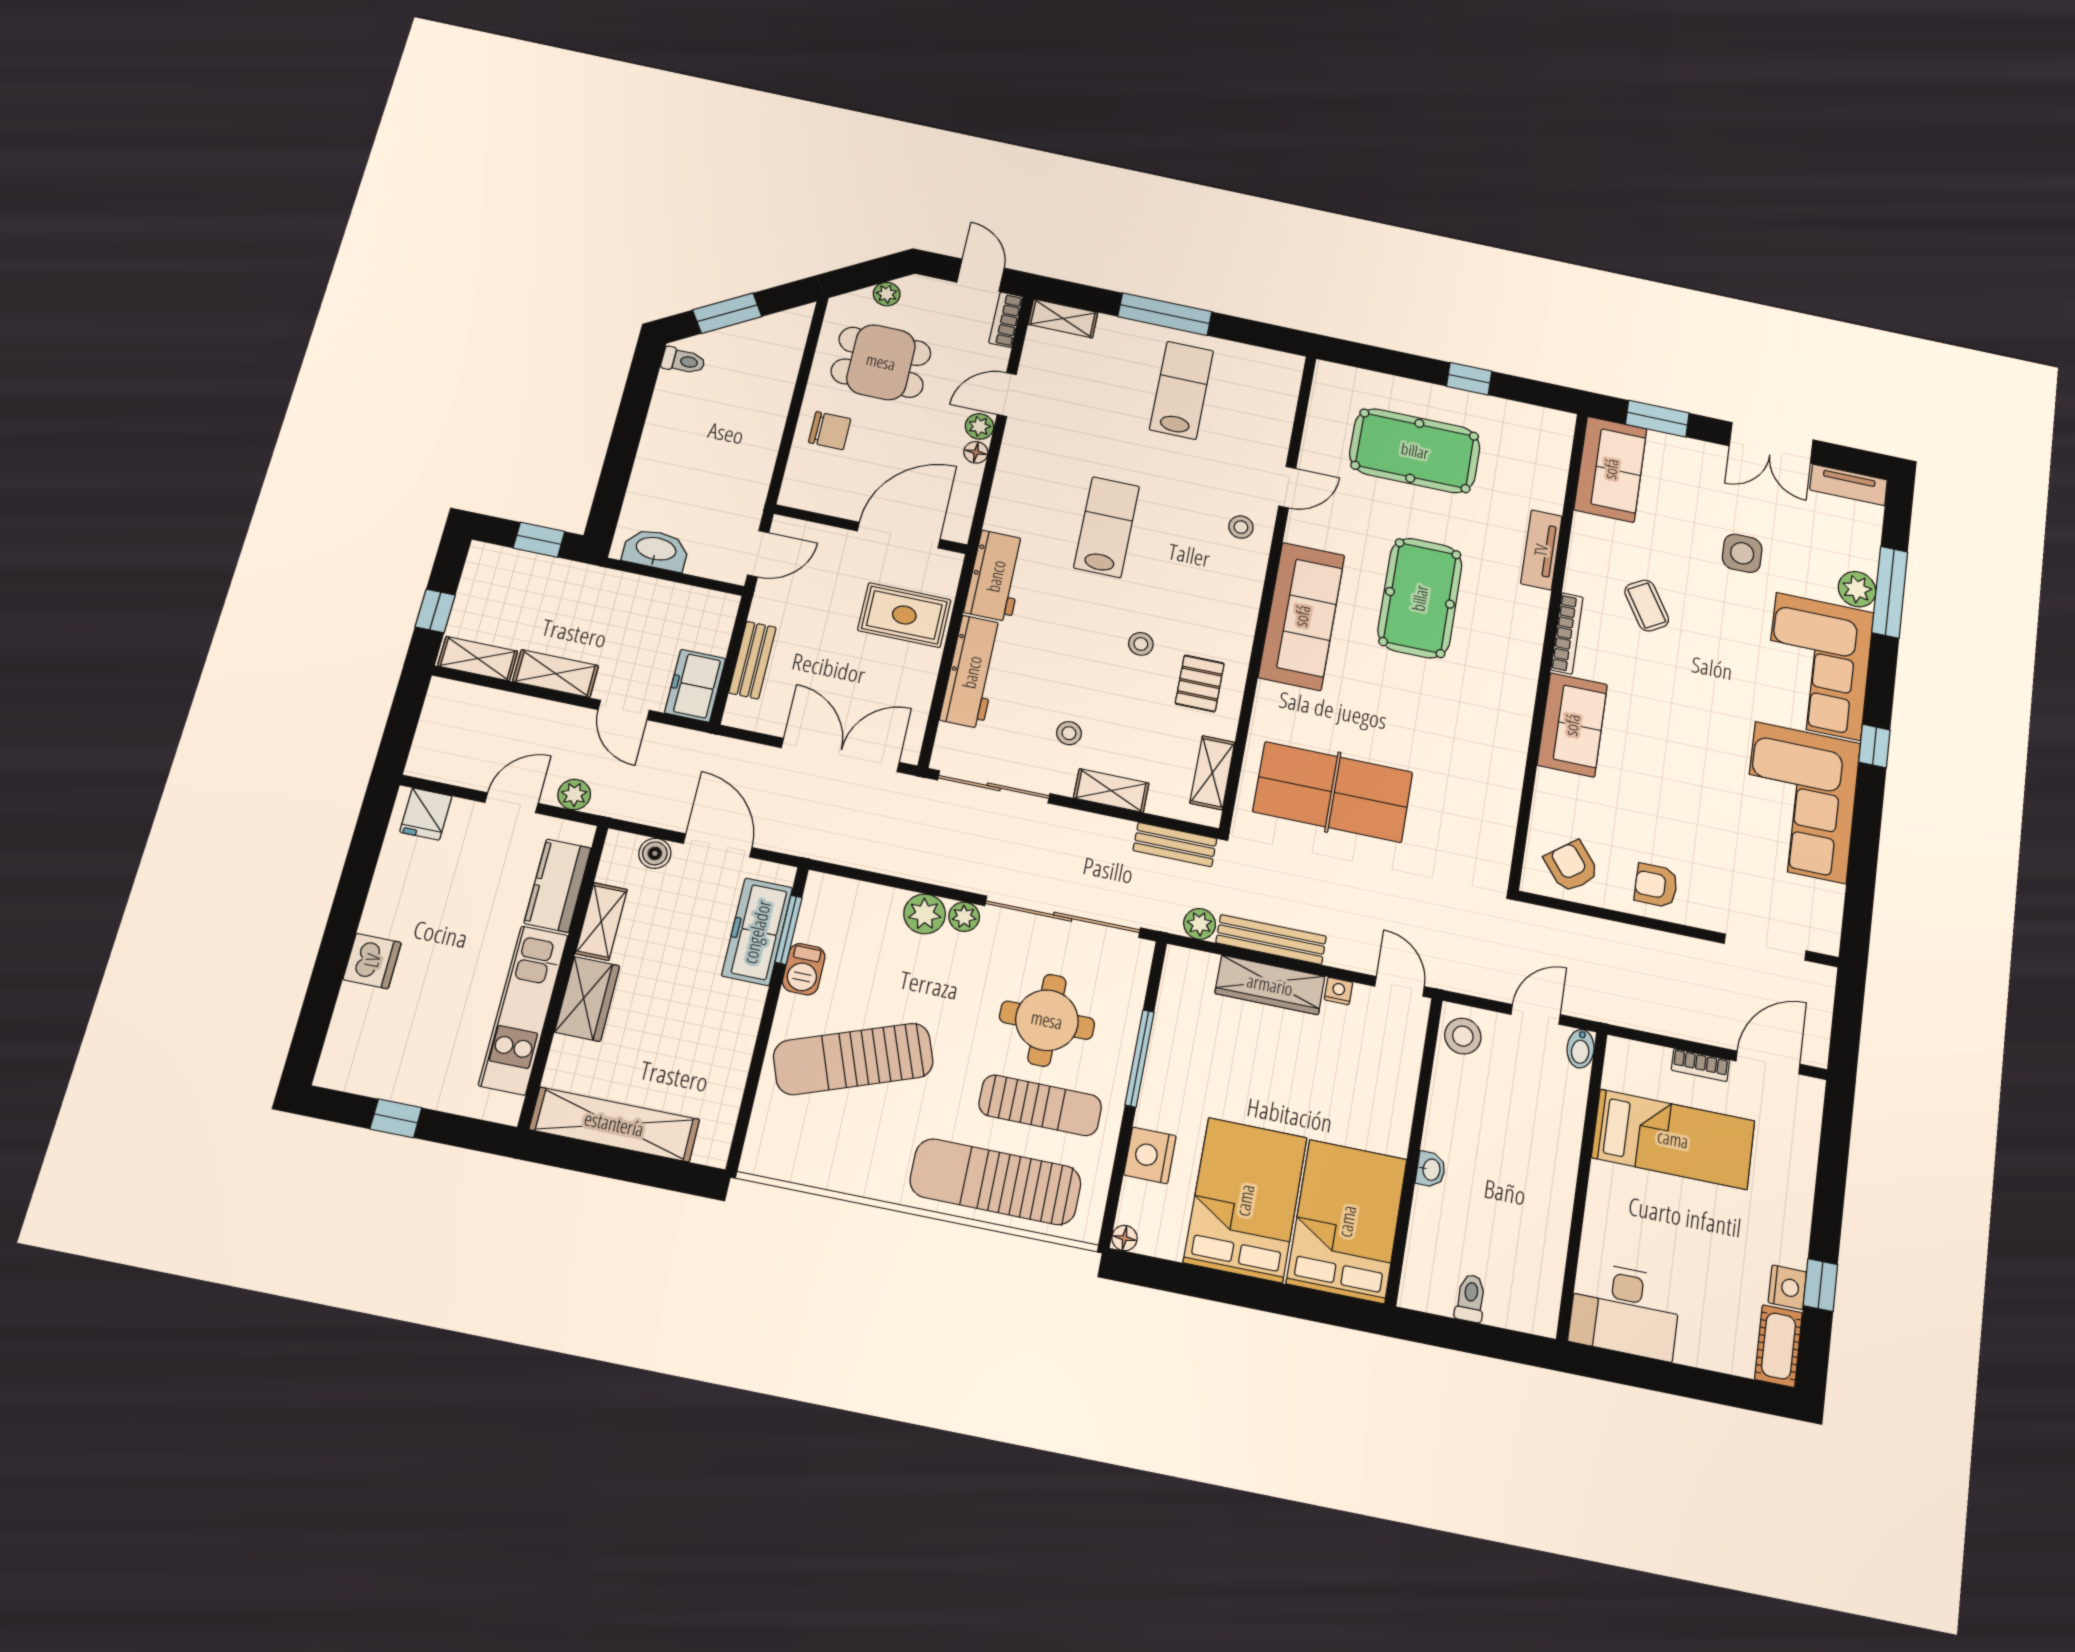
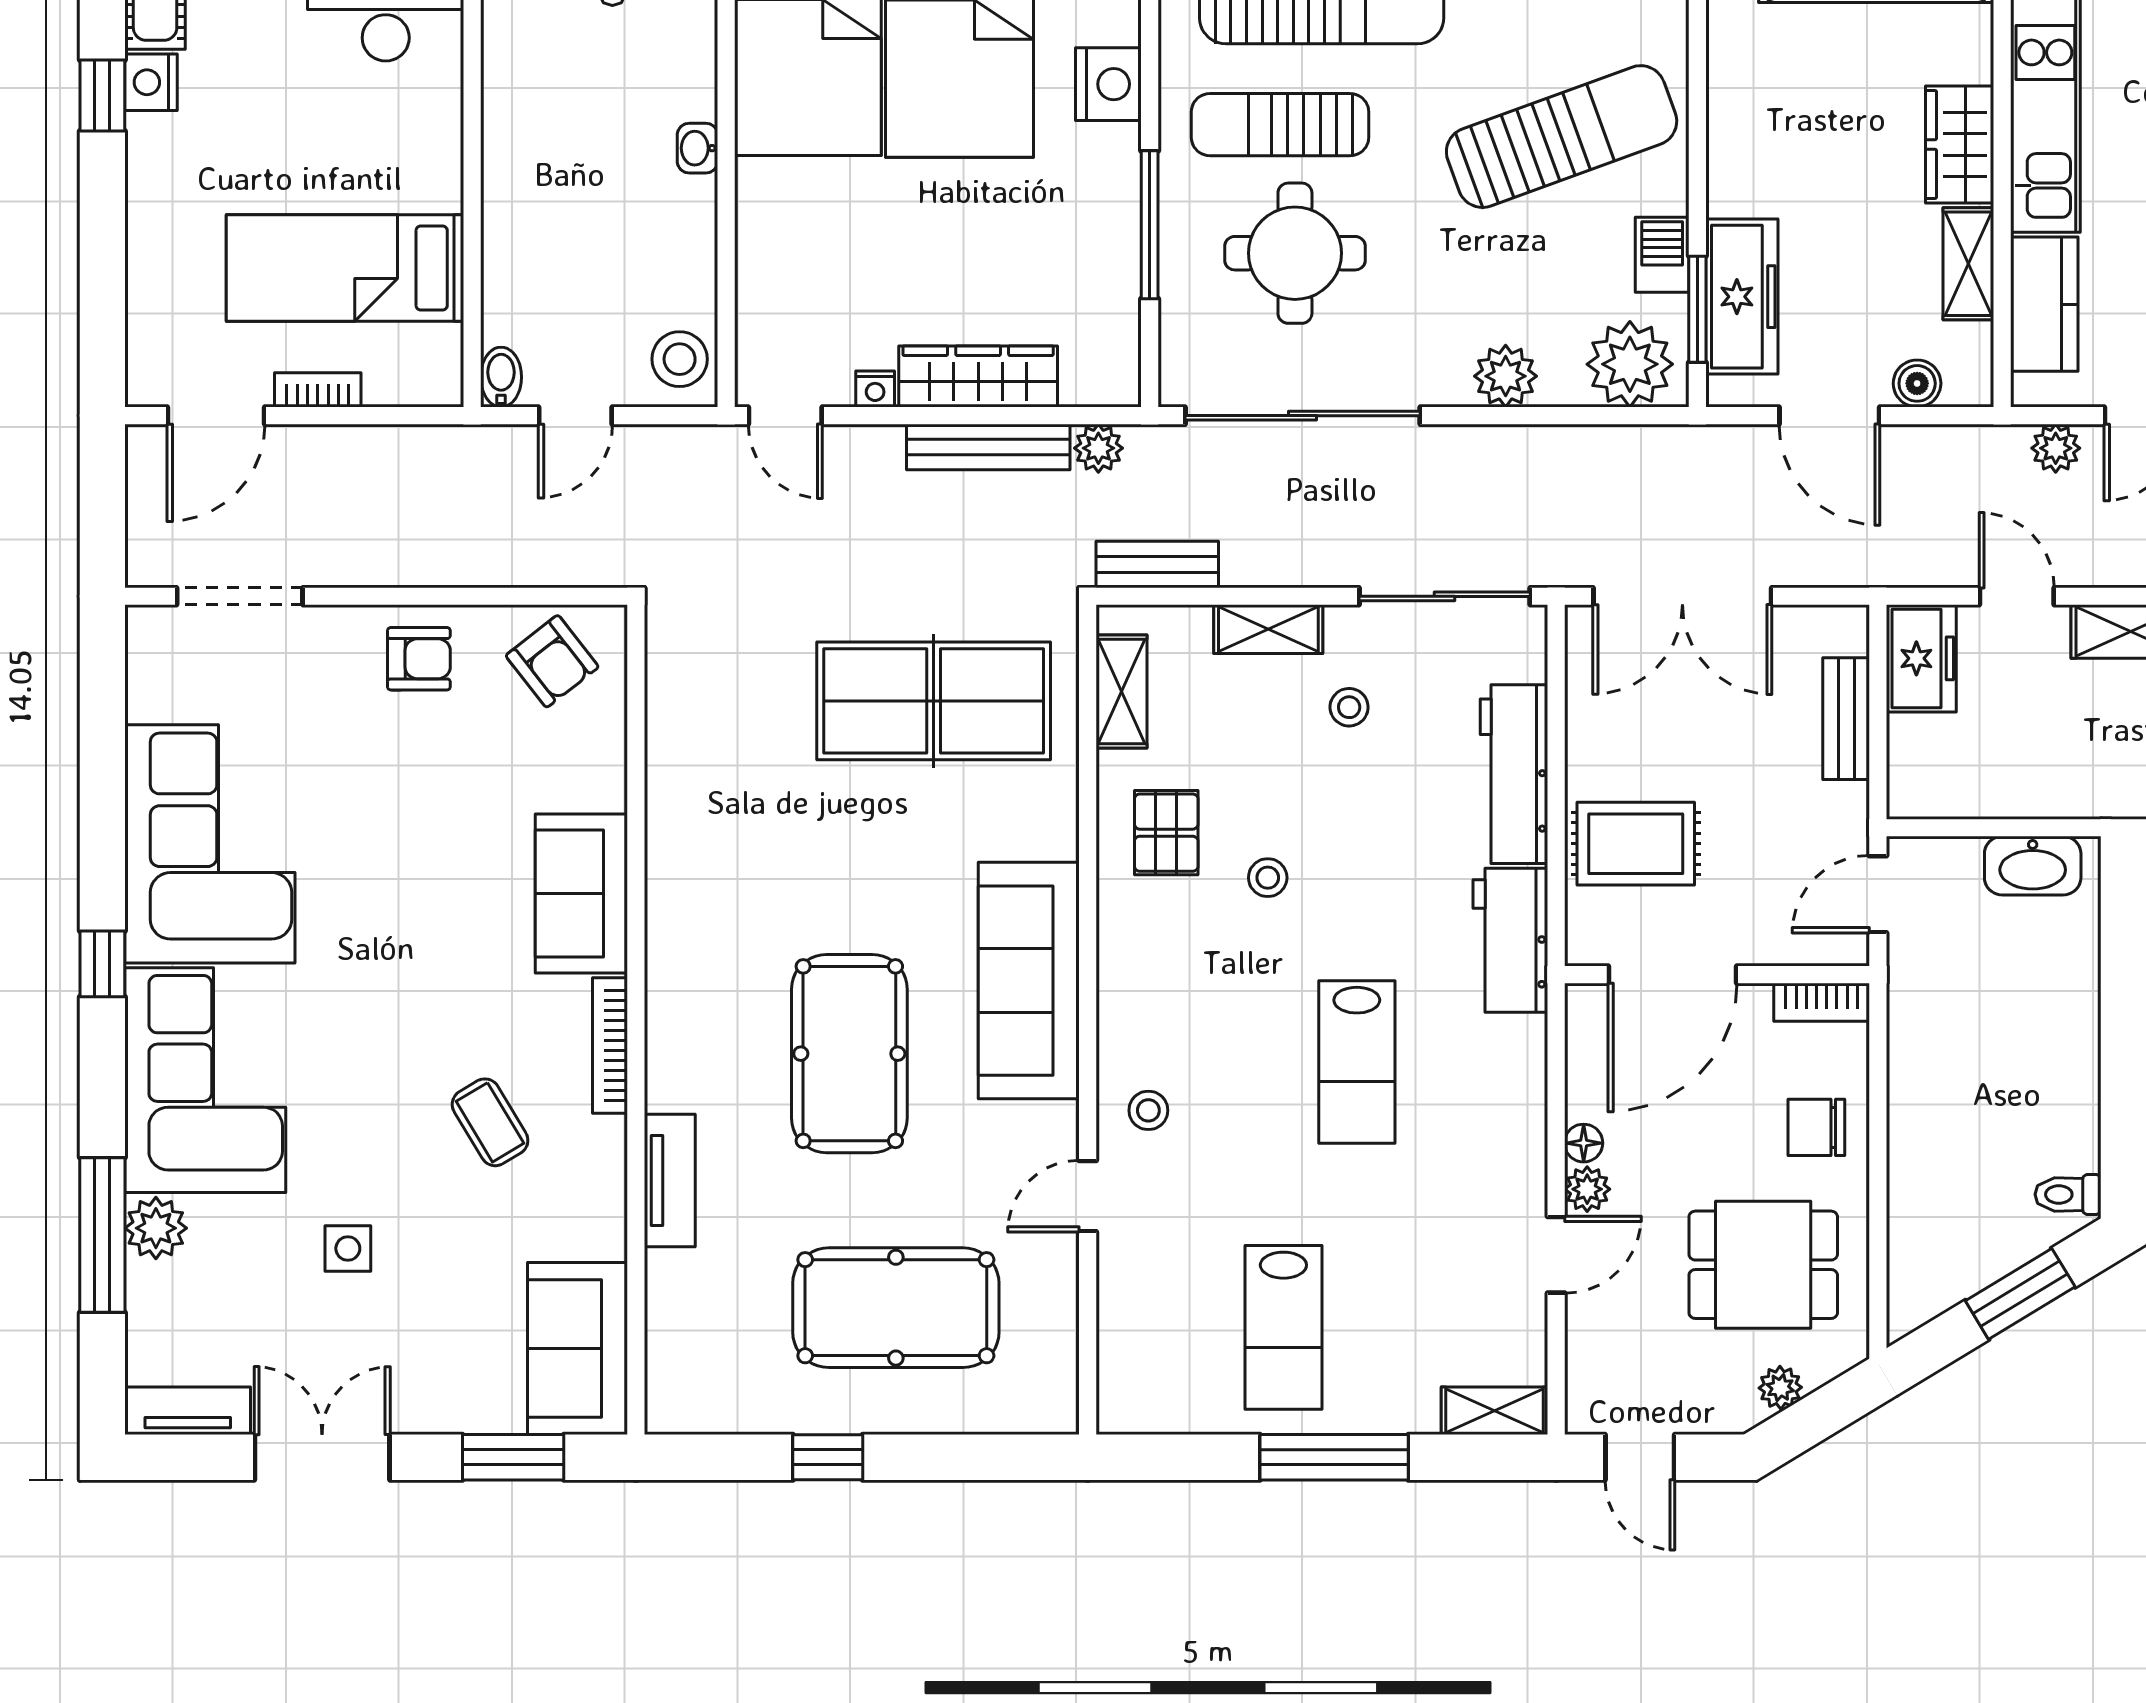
bookcase: (1006, 320) -> (1822, 1002), moved, turned 90
side table: (1742, 553) -> (348, 1248), width x0.73, depth x0.73
plant: (964, 917) -> (1630, 364), moved, width x1.87, depth x1.87

